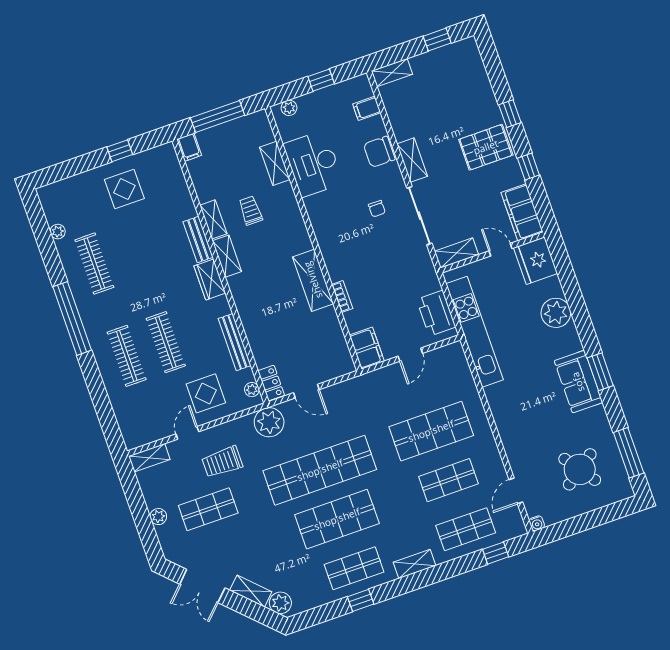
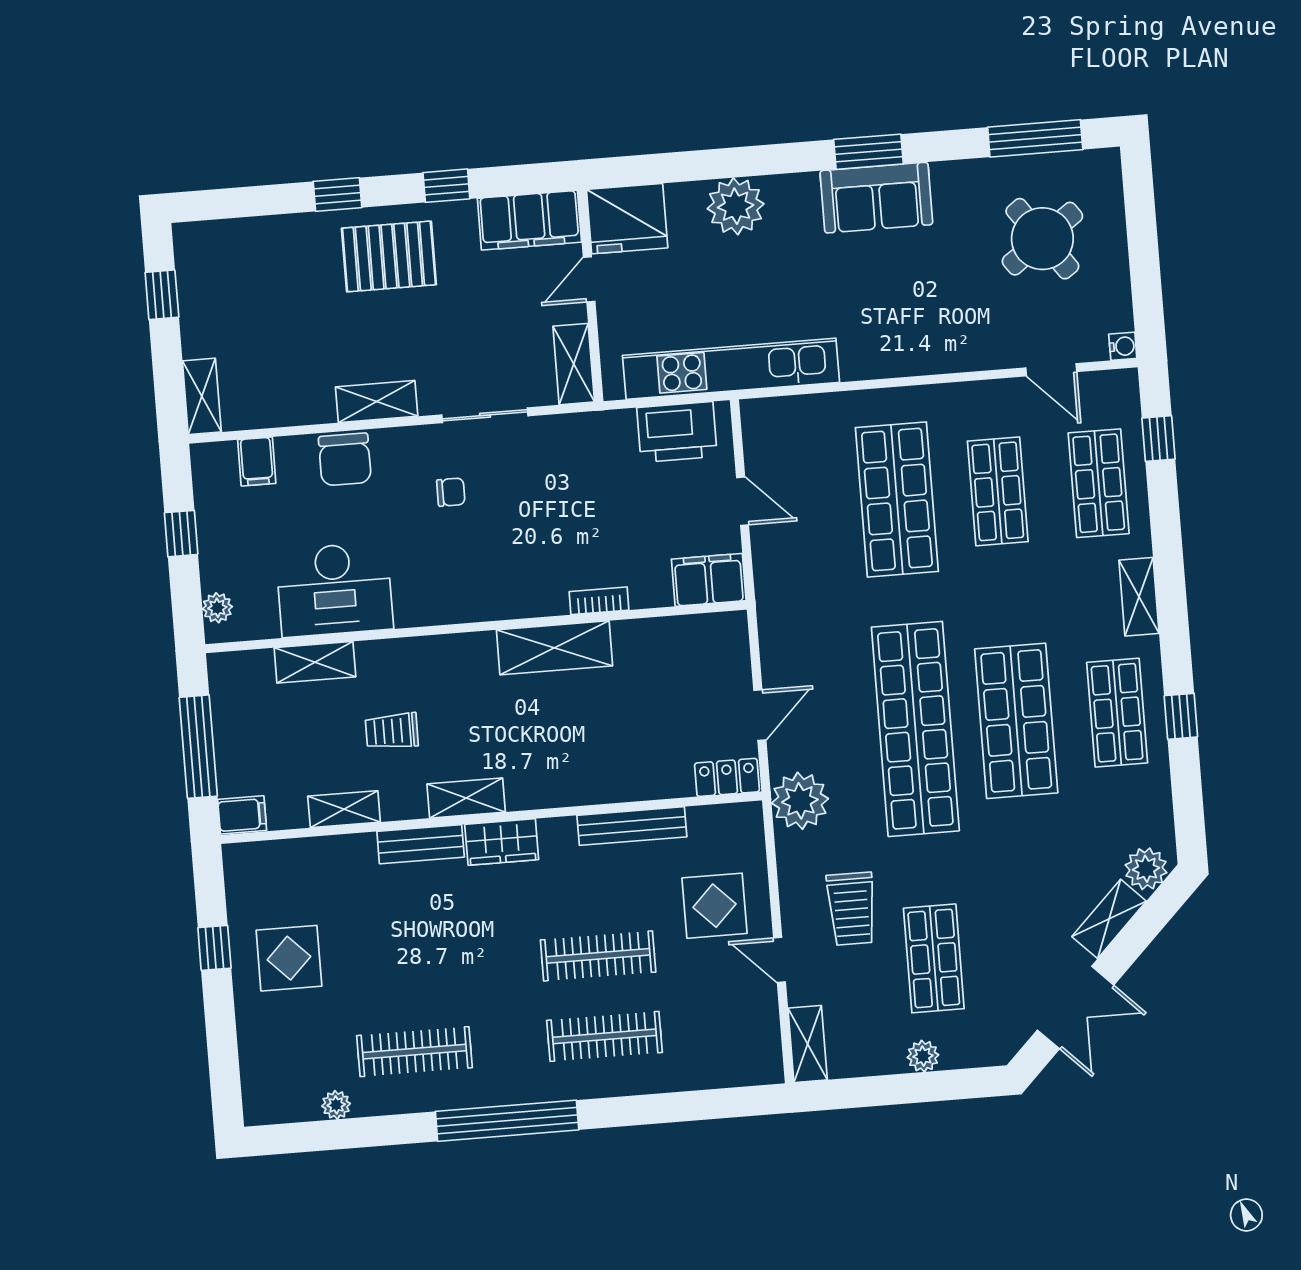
pallet: (486, 147) -> (389, 256), turned 90
sliding door: (419, 216) -> (485, 415), width x0.73
shelving: (213, 219) -> (344, 809), moved
plant: (252, 390) -> (730, 817), removed

